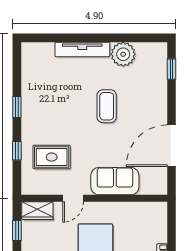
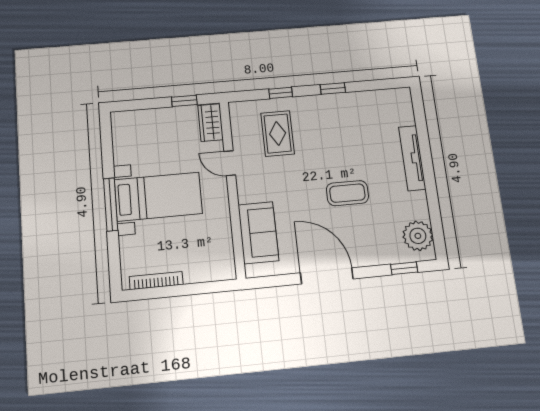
plant: (123, 54) -> (418, 236), moved
door: (171, 146) -> (327, 276), moved
sofa: (115, 181) -> (258, 233), moved

